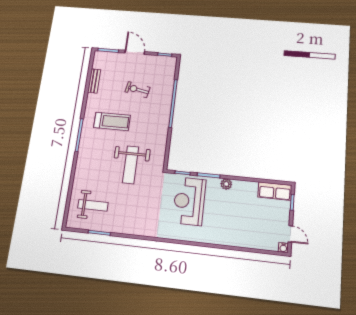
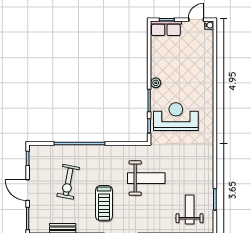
door: (135, 52) -> (28, 190), hinge flipped
exercise bike: (137, 90) -> (68, 182), width x1.38, depth x1.39
treadmill: (112, 121) -> (104, 203), turned 180
row of seats: (275, 191) -> (166, 28), moved, turned 90
reception desk: (189, 201) -> (176, 117), turned 180

